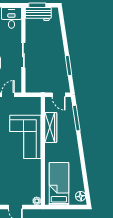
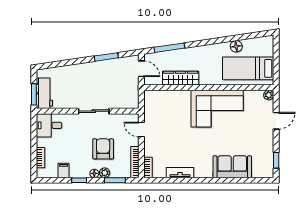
door: (59, 95) -> (141, 69), hinge flipped
corner sofa: (25, 137) -> (217, 109), moved
floor lamp: (81, 196) -> (236, 46), moved

